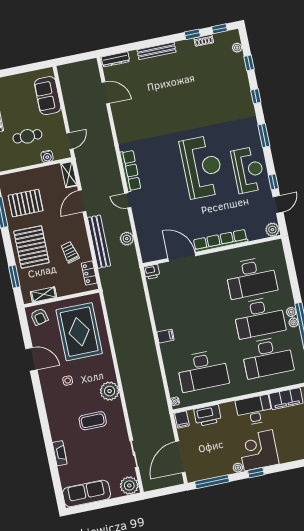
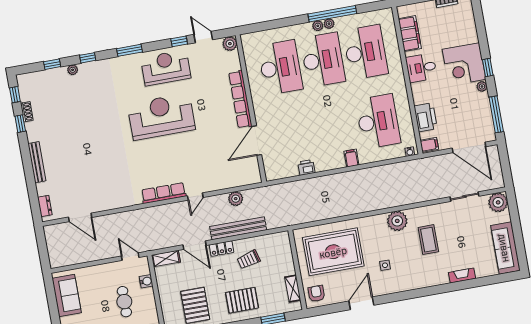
plant: (237, 48) -> (73, 70), moved
dresser: (115, 59) -> (45, 206), width x0.70
door: (106, 93) -> (80, 217), swing flipped
sofa: (48, 96) -> (67, 296), moved, turned -90
pallet: (31, 247) -> (242, 300), width x0.73, depth x0.71
printer: (152, 272) -> (306, 168), moved, turned -90
locker: (89, 273) -> (221, 249), moved
armchair: (39, 317) -> (316, 294), turned -77
filing cabinet: (165, 336) -> (351, 158), moved
desk: (254, 410) -> (421, 68), width x0.73

